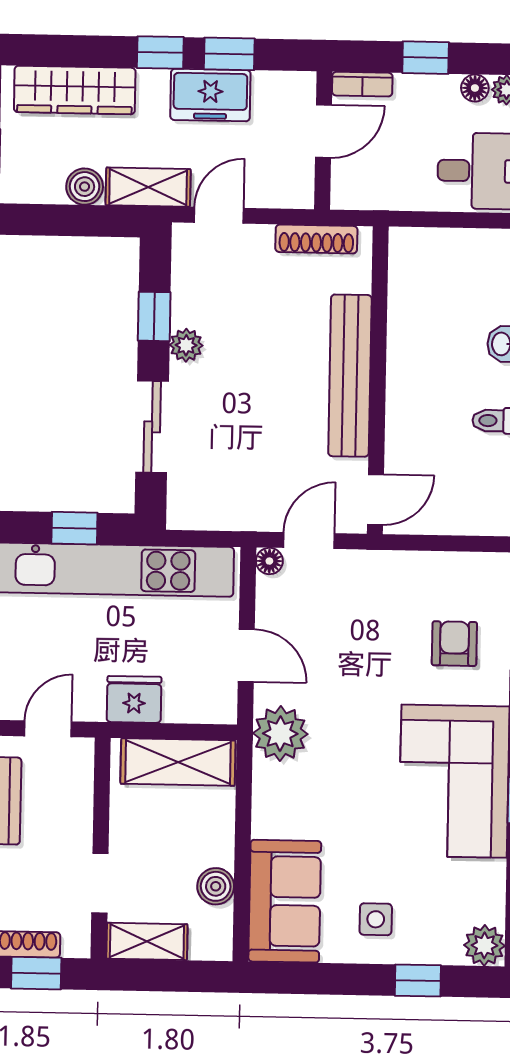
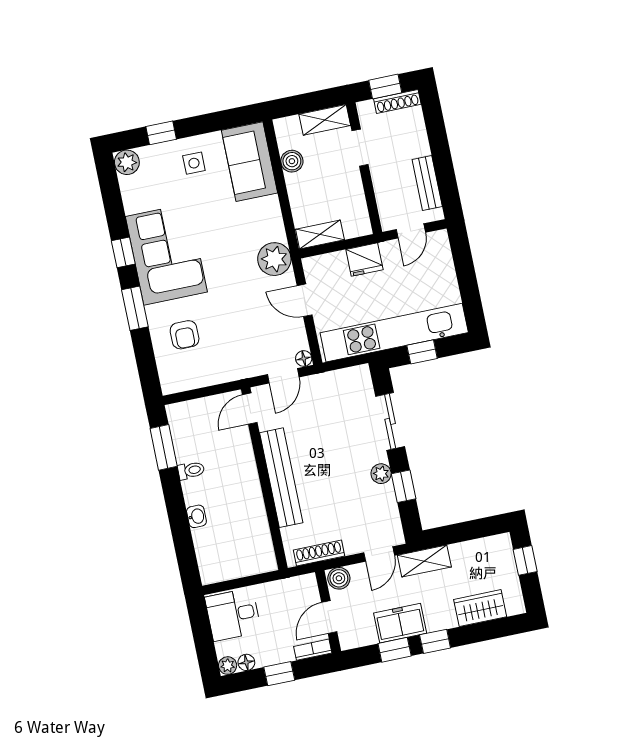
wardrobe: (75, 90) -> (480, 608), width x0.67
boiler: (85, 187) -> (339, 578), moved
shelving: (178, 762) -> (320, 234), width x0.67, depth x0.75

